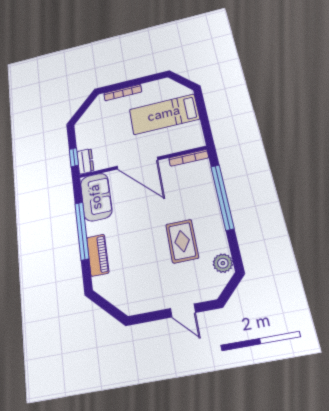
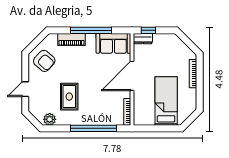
rug: (182, 241) -> (69, 97), turned 90
armchair: (135, 289) -> (44, 61), added

